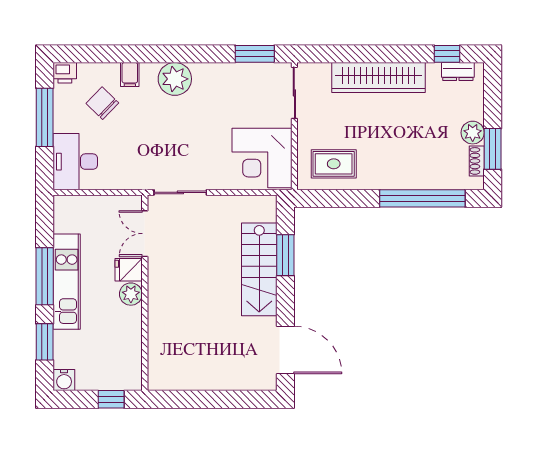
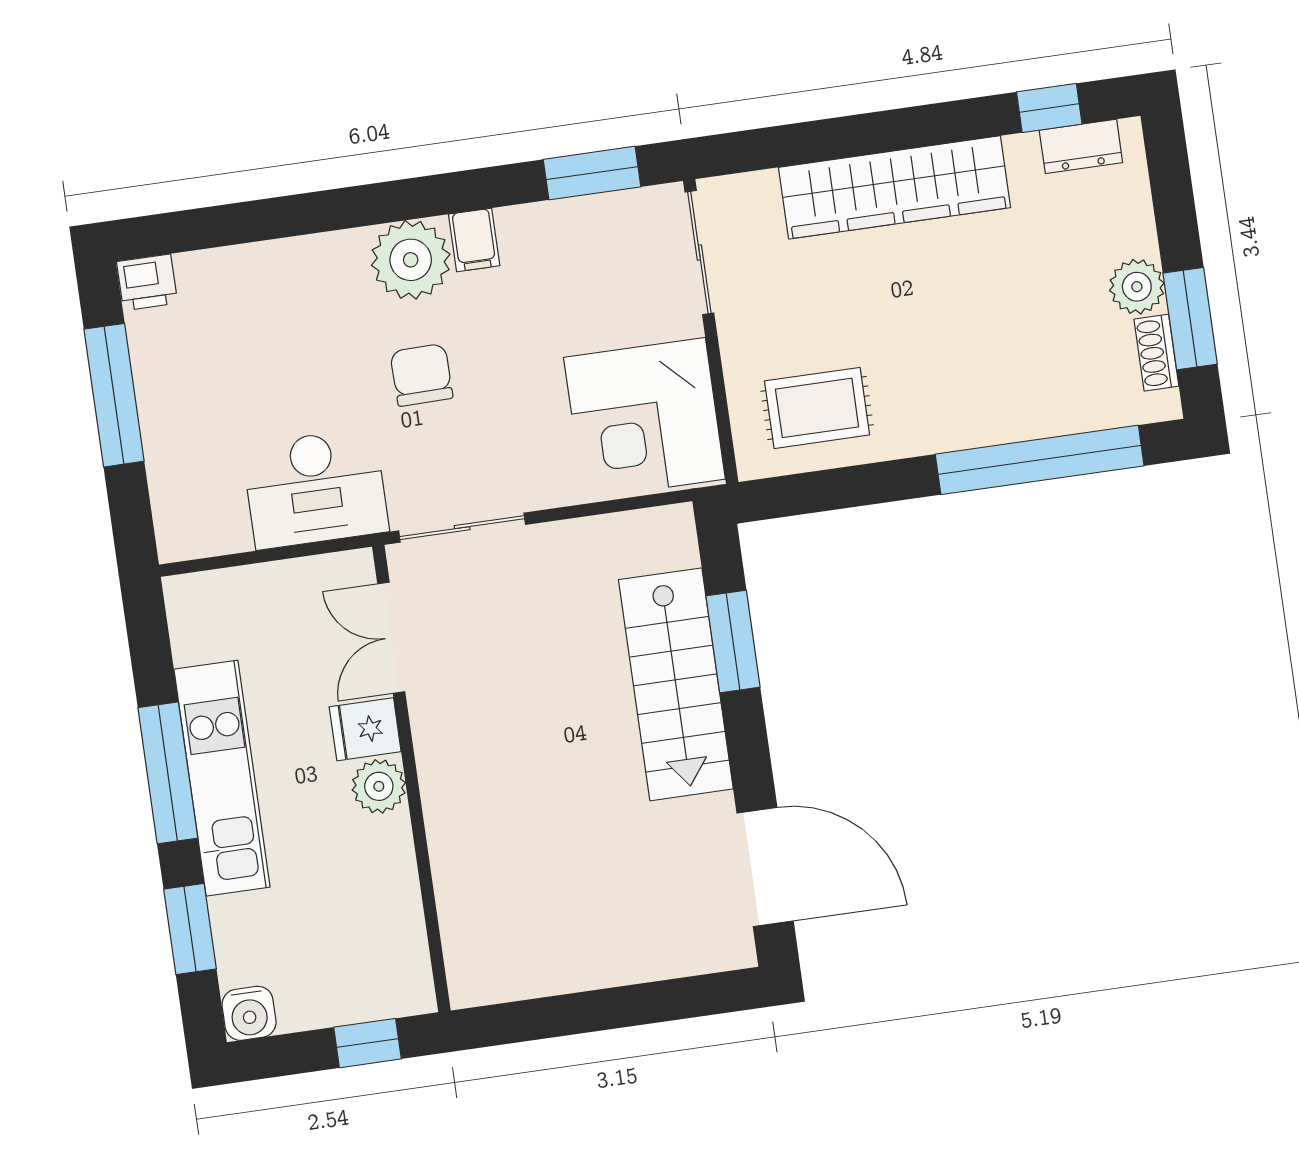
filing cabinet: (130, 74) -> (474, 240), moved
chair: (102, 103) -> (421, 375), moved, turned 45
desk: (75, 162) -> (315, 489), moved, turned -90

